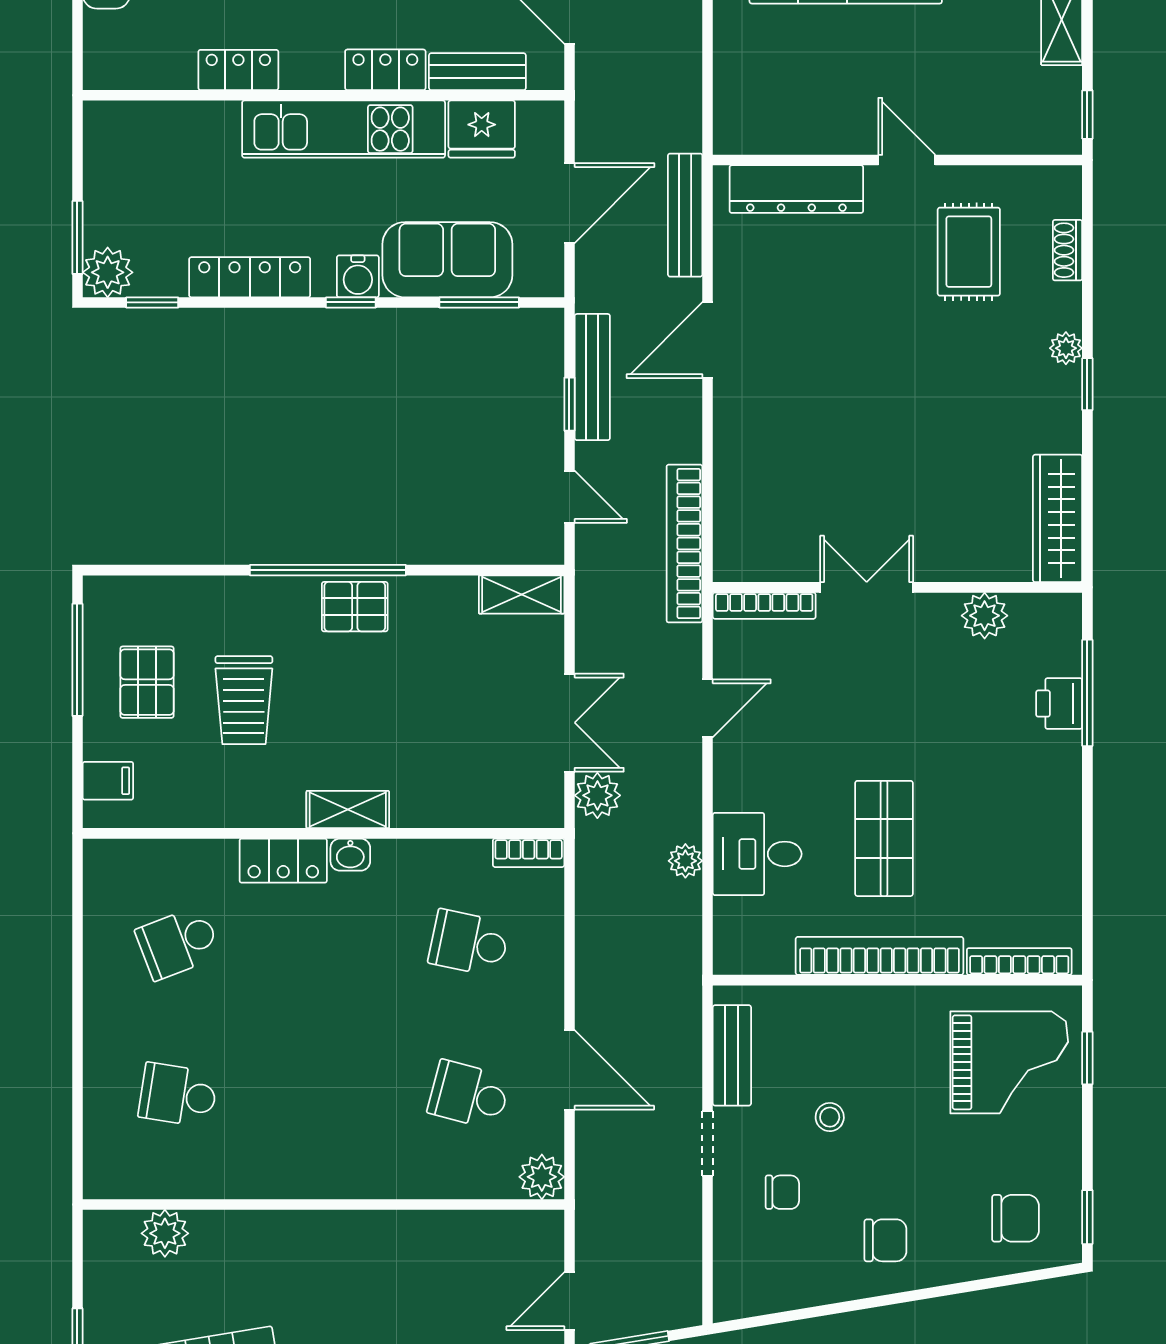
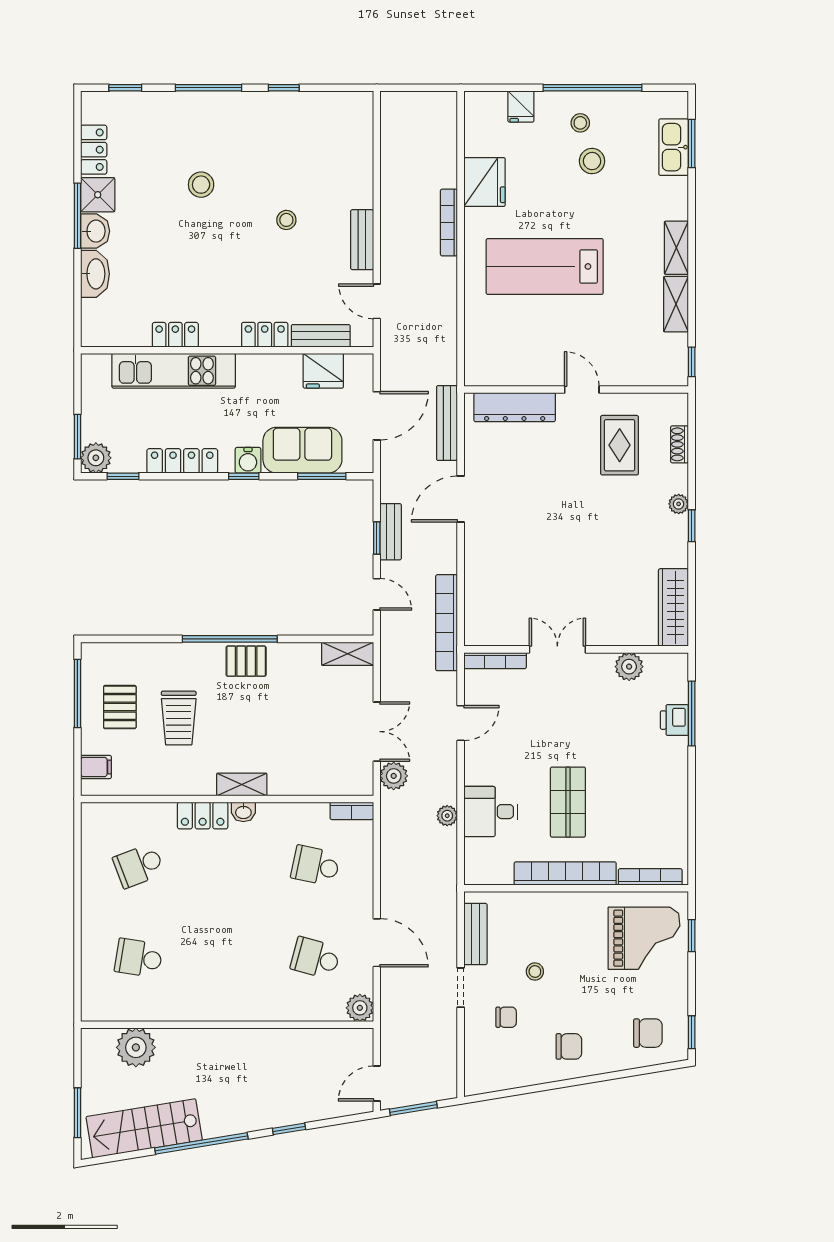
kitchen unit: (344, 129) -> (174, 371), moved
bench: (592, 377) -> (391, 532), width x0.73
plant: (165, 1233) -> (136, 1047), width x1.36, depth x1.36

